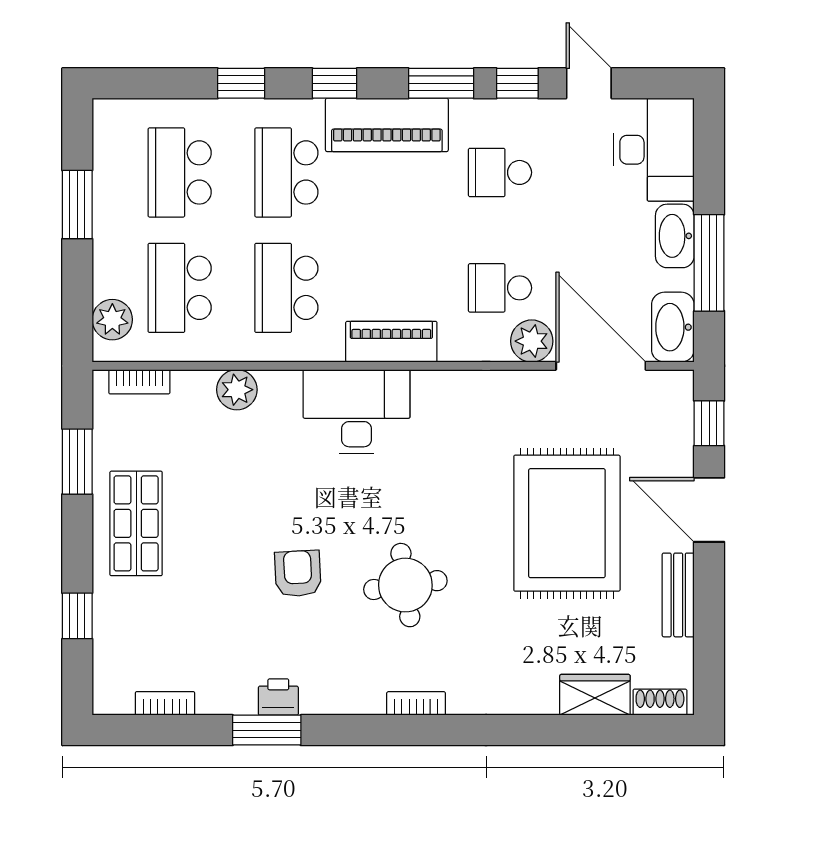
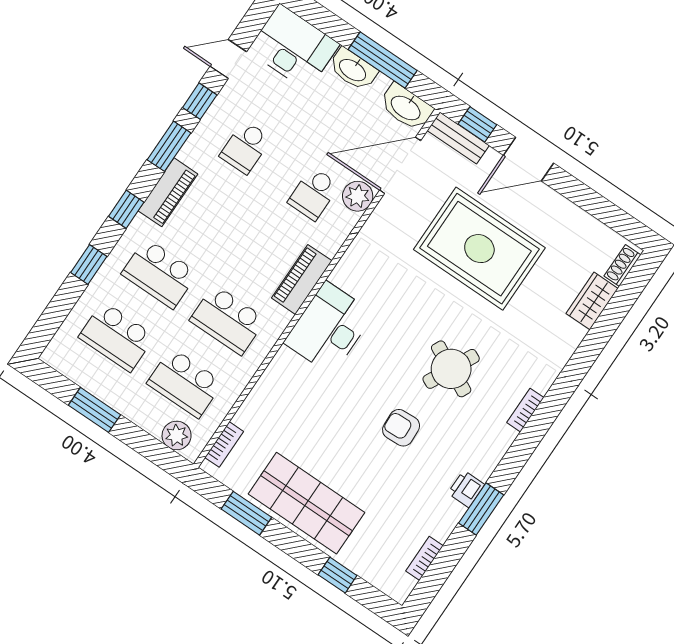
piano: (387, 125) -> (168, 192), width x0.73, depth x0.75
plant: (237, 390) -> (268, 390), removed
shop shelf: (136, 523) -> (307, 503), width x1.43, depth x1.36
round table: (405, 585) -> (451, 369), turned 34
bench: (678, 595) -> (458, 138), moved

